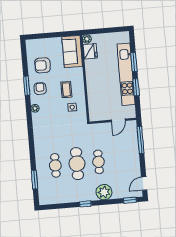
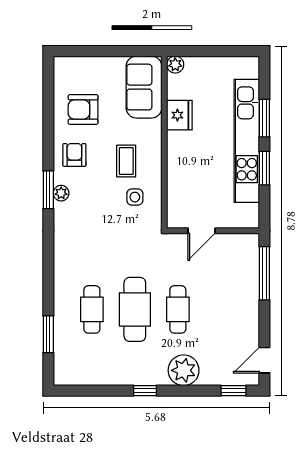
fridge: (90, 51) -> (179, 115), moved
window: (27, 86) -> (48, 190), moved
door: (118, 120) -> (202, 231), moved

